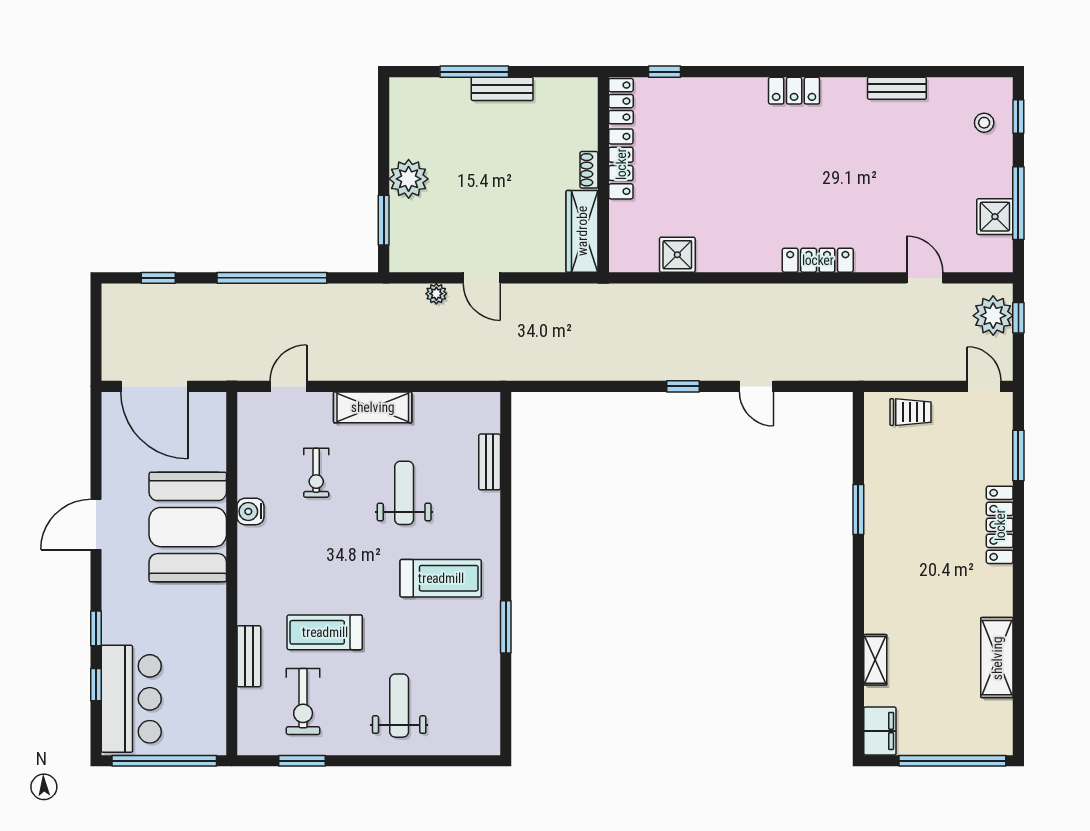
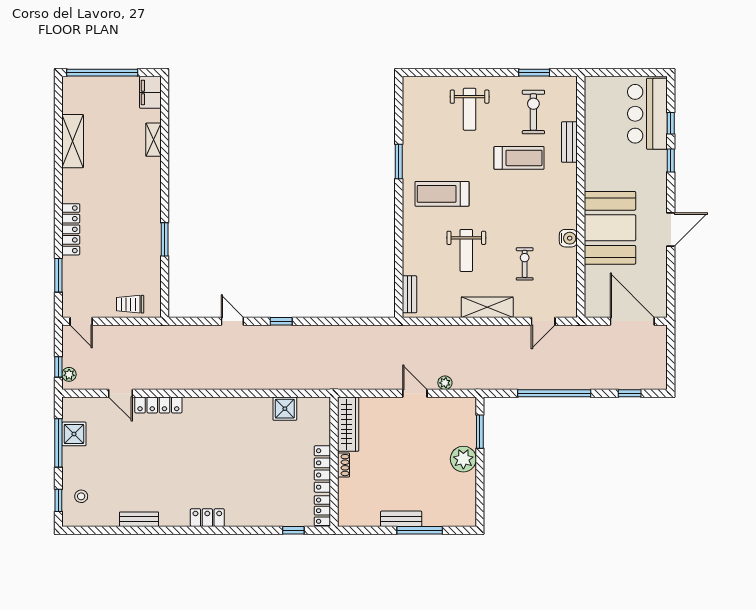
locker: (818, 260) -> (158, 405), moved
plant: (993, 316) -> (69, 374), width x0.53, depth x0.53
bench: (490, 462) -> (410, 294), moved
window: (164, 761) -> (626, 73), removed

